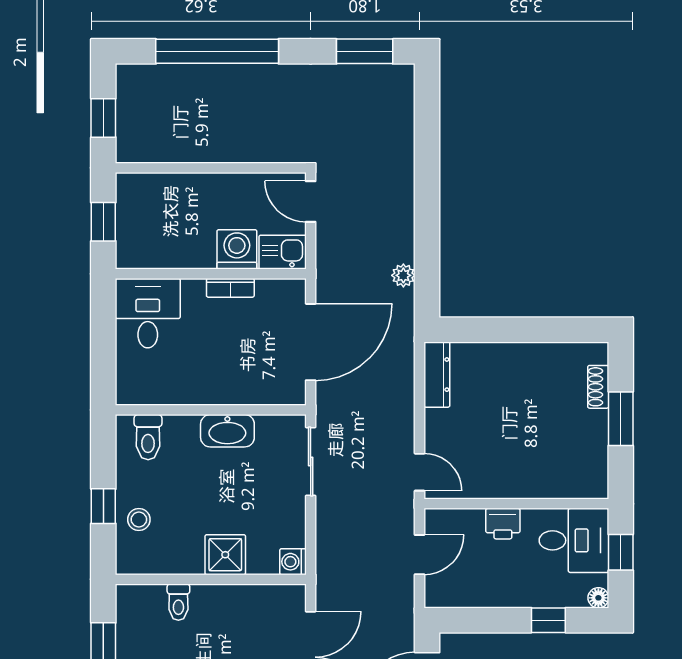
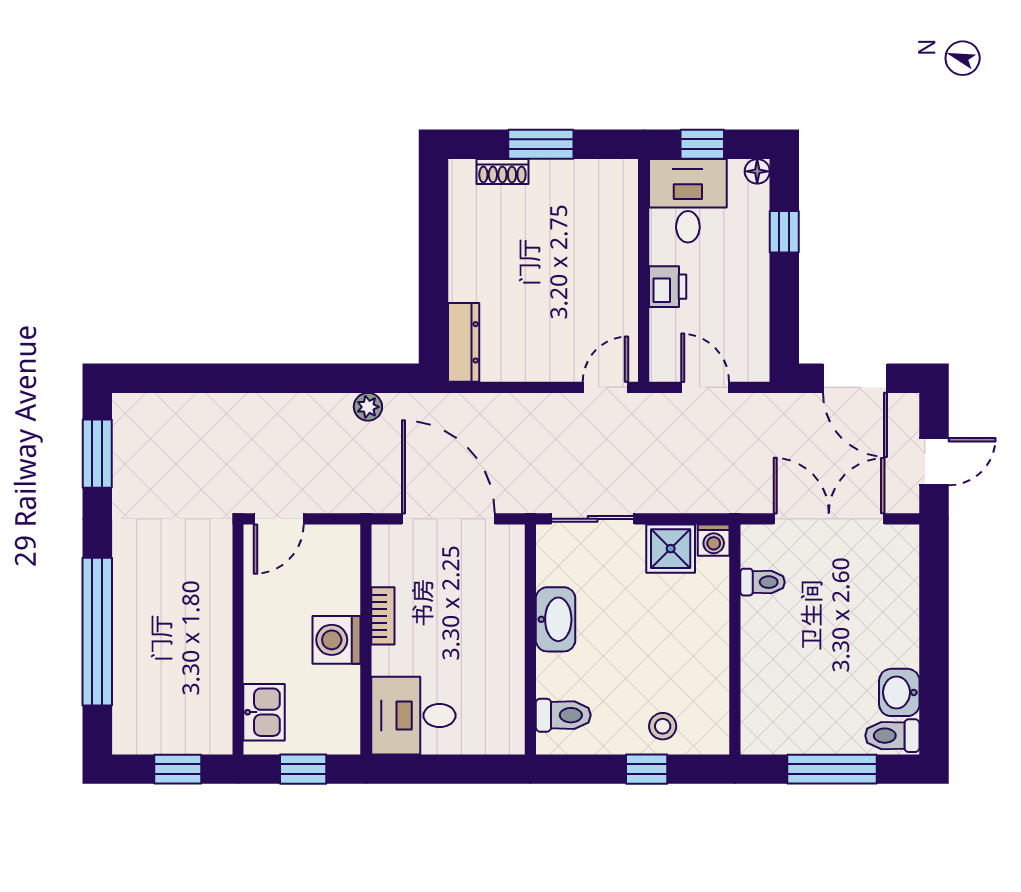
washing machine: (237, 249) -> (337, 640), moved
kitchen sink: (283, 252) -> (264, 712), moved, turned 180
dresser: (437, 375) -> (464, 342), moved, turned 90
shower: (225, 555) -> (671, 549), moved
toilet: (178, 602) -> (762, 582), moved

